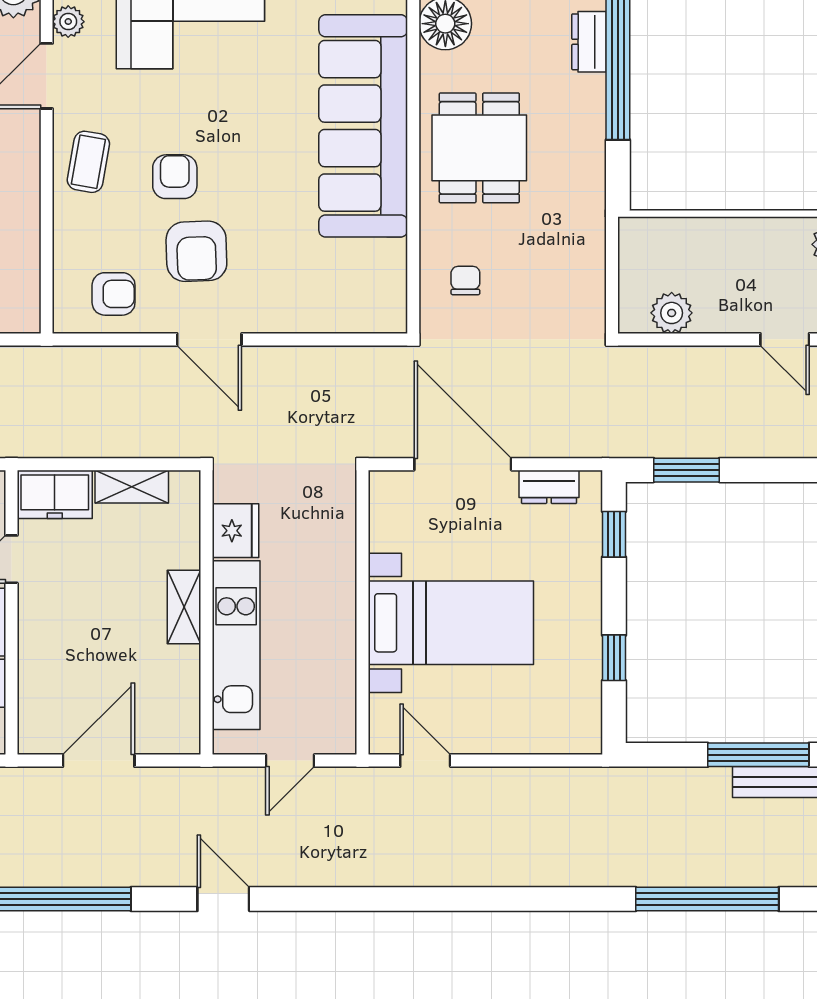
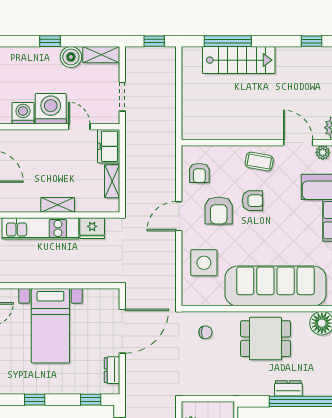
dresser: (589, 42) -> (288, 388), moved
armchair: (196, 251) -> (219, 210), turned -88
side table: (312, 284) -> (204, 263), added

